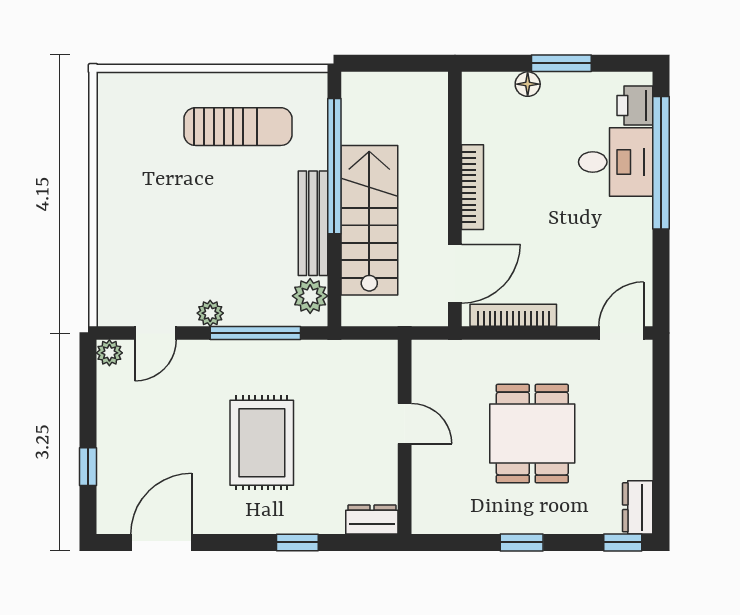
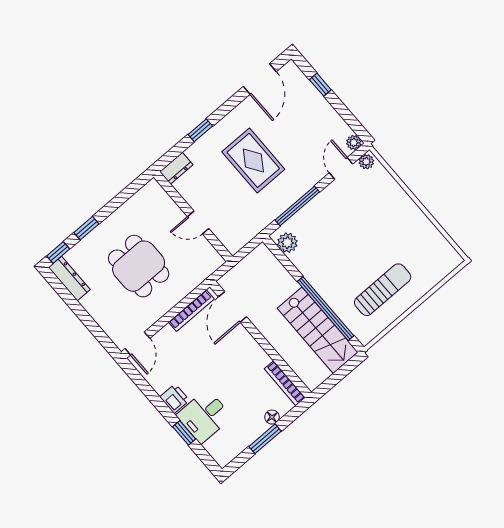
printer: (635, 105) -> (175, 399), moved
sun lounger: (238, 127) -> (383, 290), turned 180
window: (661, 163) -> (184, 433), width x0.32
bookcase: (473, 187) -> (285, 383), moved
stairs: (369, 220) -> (318, 330), moved
bench: (313, 223) -> (313, 276), removed
plant: (210, 313) -> (366, 162), moved
dresser: (638, 507) -> (69, 279), width x1.44
window: (522, 542) -> (86, 228), moved

